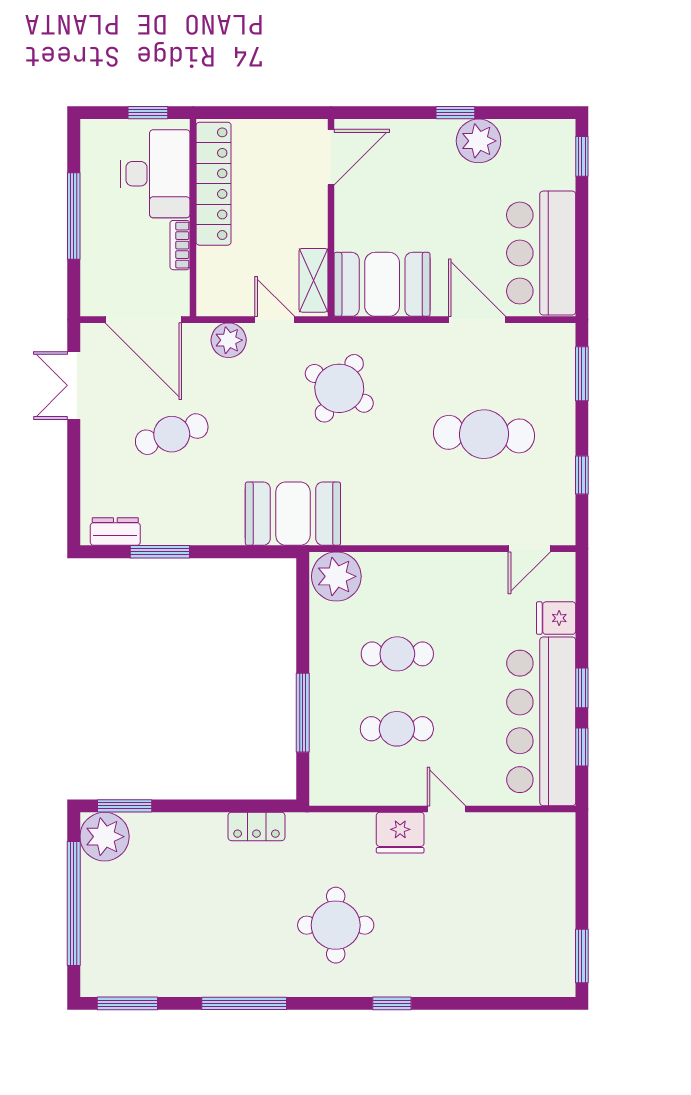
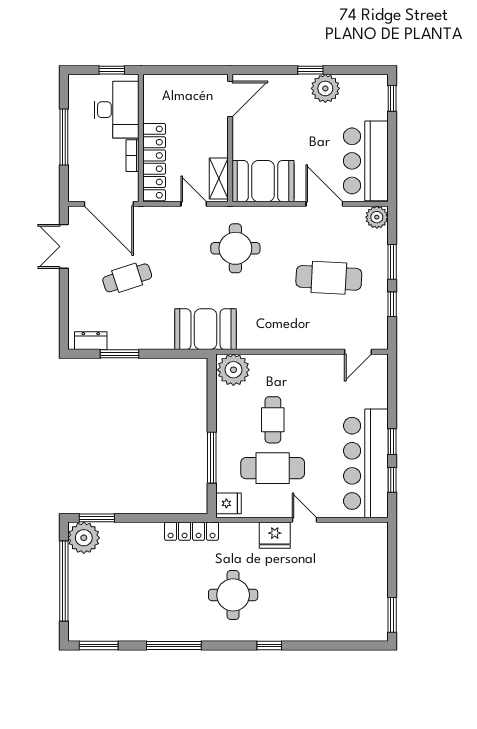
locker: (214, 184) -> (154, 162), moved
plant: (229, 340) -> (377, 217), moved
window: (582, 374) -> (392, 262), moved
round table: (339, 388) -> (235, 248), turned -31
fridge: (556, 618) -> (228, 503), moved, turned 180
cafe table: (397, 654) -> (273, 420), turned 90
cafe table: (397, 729) -> (273, 468), width x1.37, depth x1.35
locker: (256, 826) -> (192, 531), width x1.53

